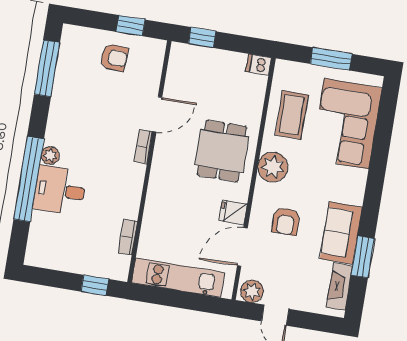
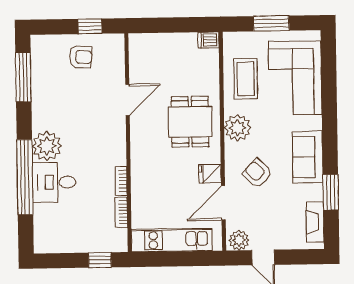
window: (202, 38) -> (155, 25), removed
bookcase: (143, 147) -> (121, 181), moved
plant: (50, 155) -> (47, 146), width x1.87, depth x1.87
armchair: (286, 221) -> (257, 173), turned 134
sofa: (341, 233) -> (308, 157), moved

